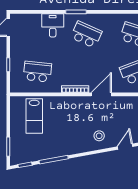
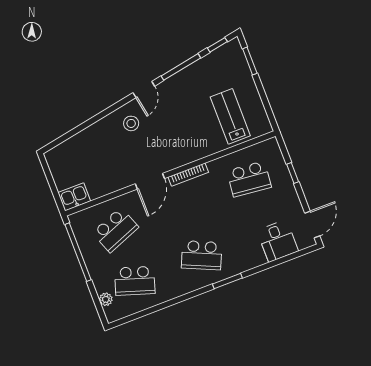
desk: (53, 25) -> (278, 241), moved
door: (125, 147) -> (144, 89), moved

